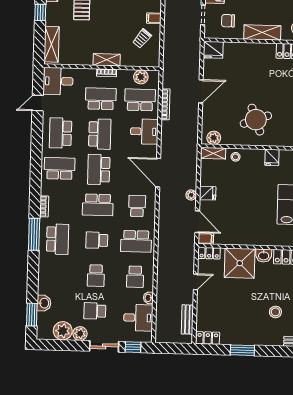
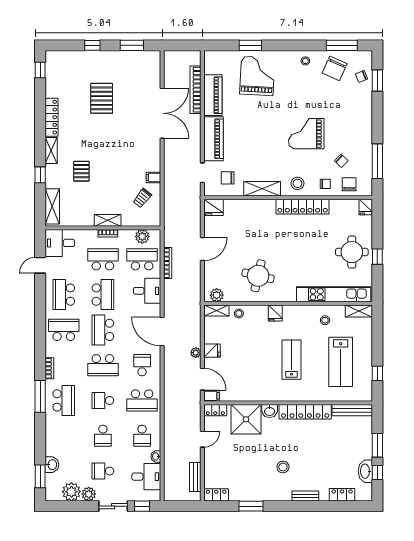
round table: (256, 120) -> (258, 276), turned 33

